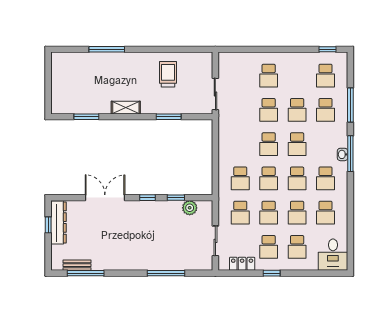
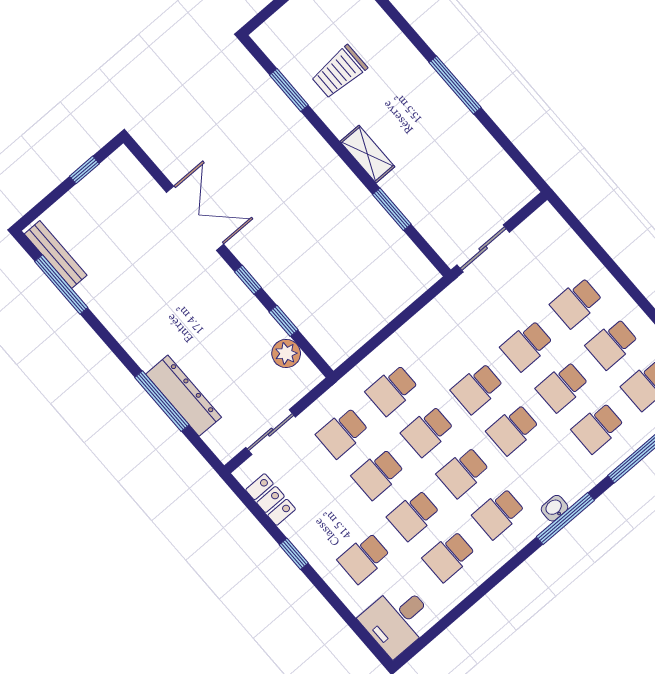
window: (107, 49) -> (455, 85), moved
trolley: (168, 74) -> (339, 72), moved, turned 180
shelving: (126, 108) -> (367, 154), moved
dresser: (59, 223) -> (183, 396), moved, turned -90
school desk: (269, 247) -> (612, 344), moved
bench: (77, 265) -> (56, 255), width x1.36

